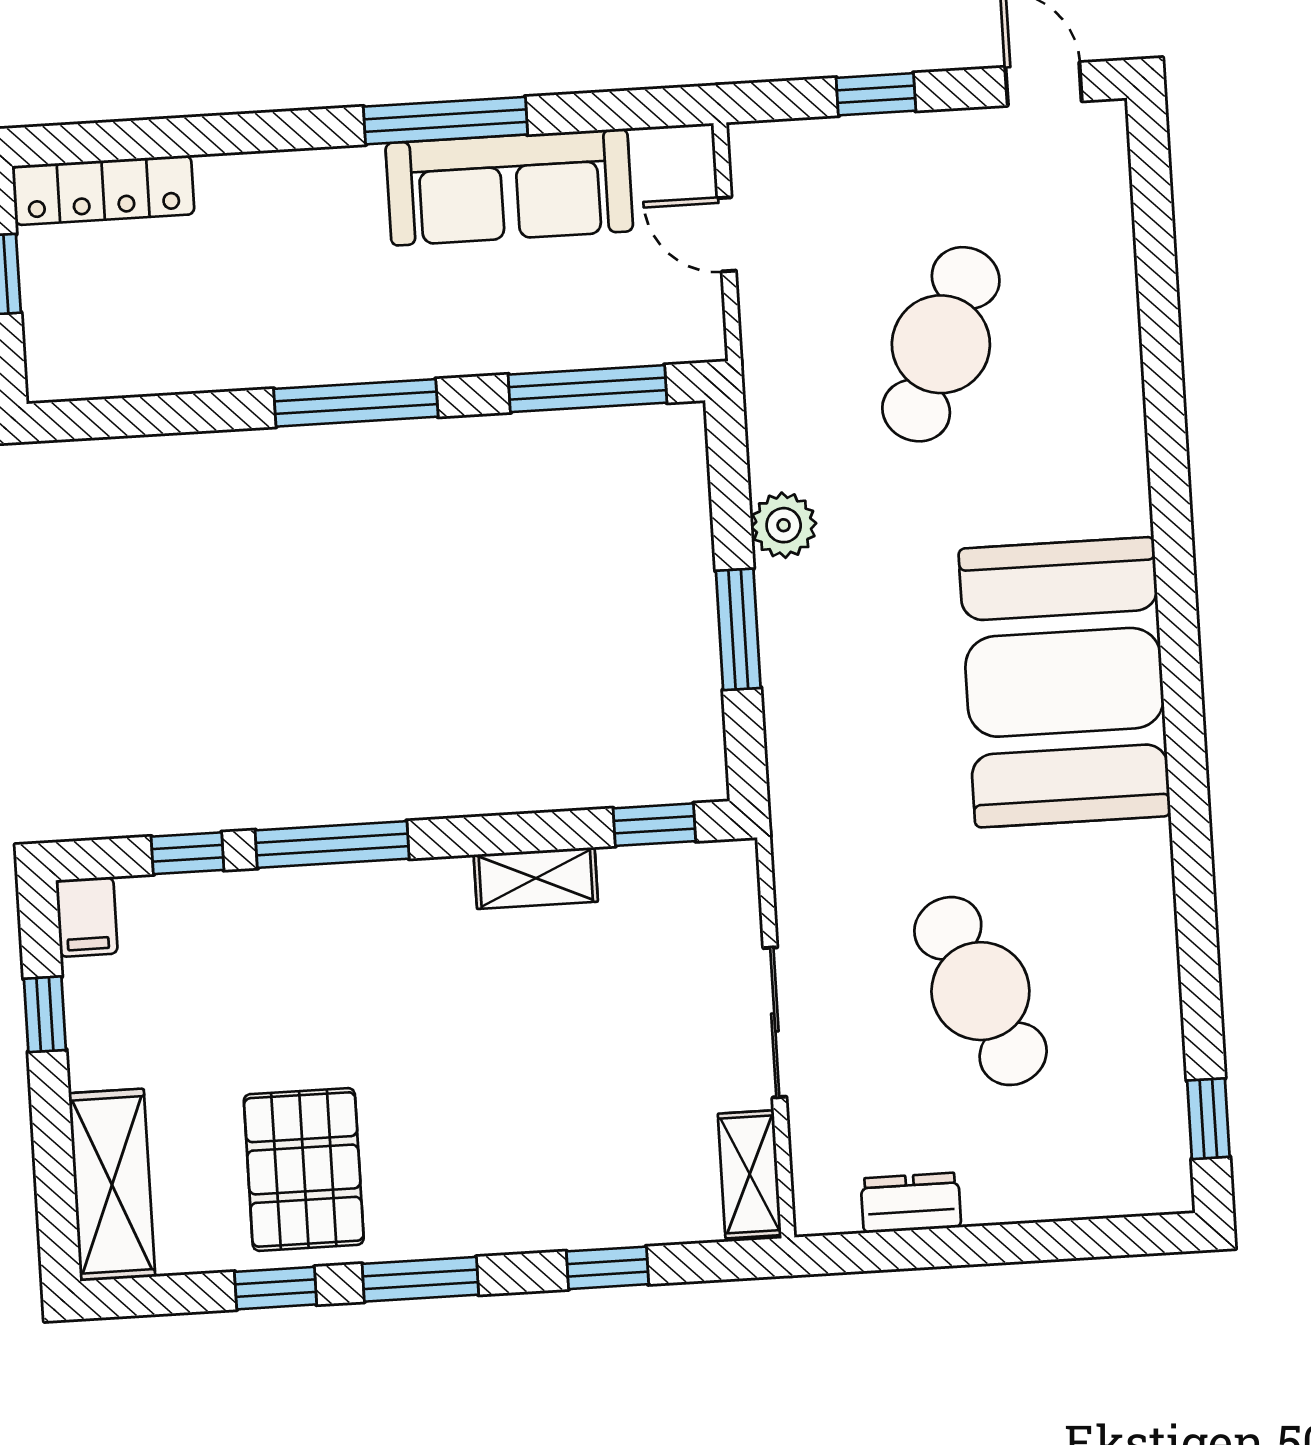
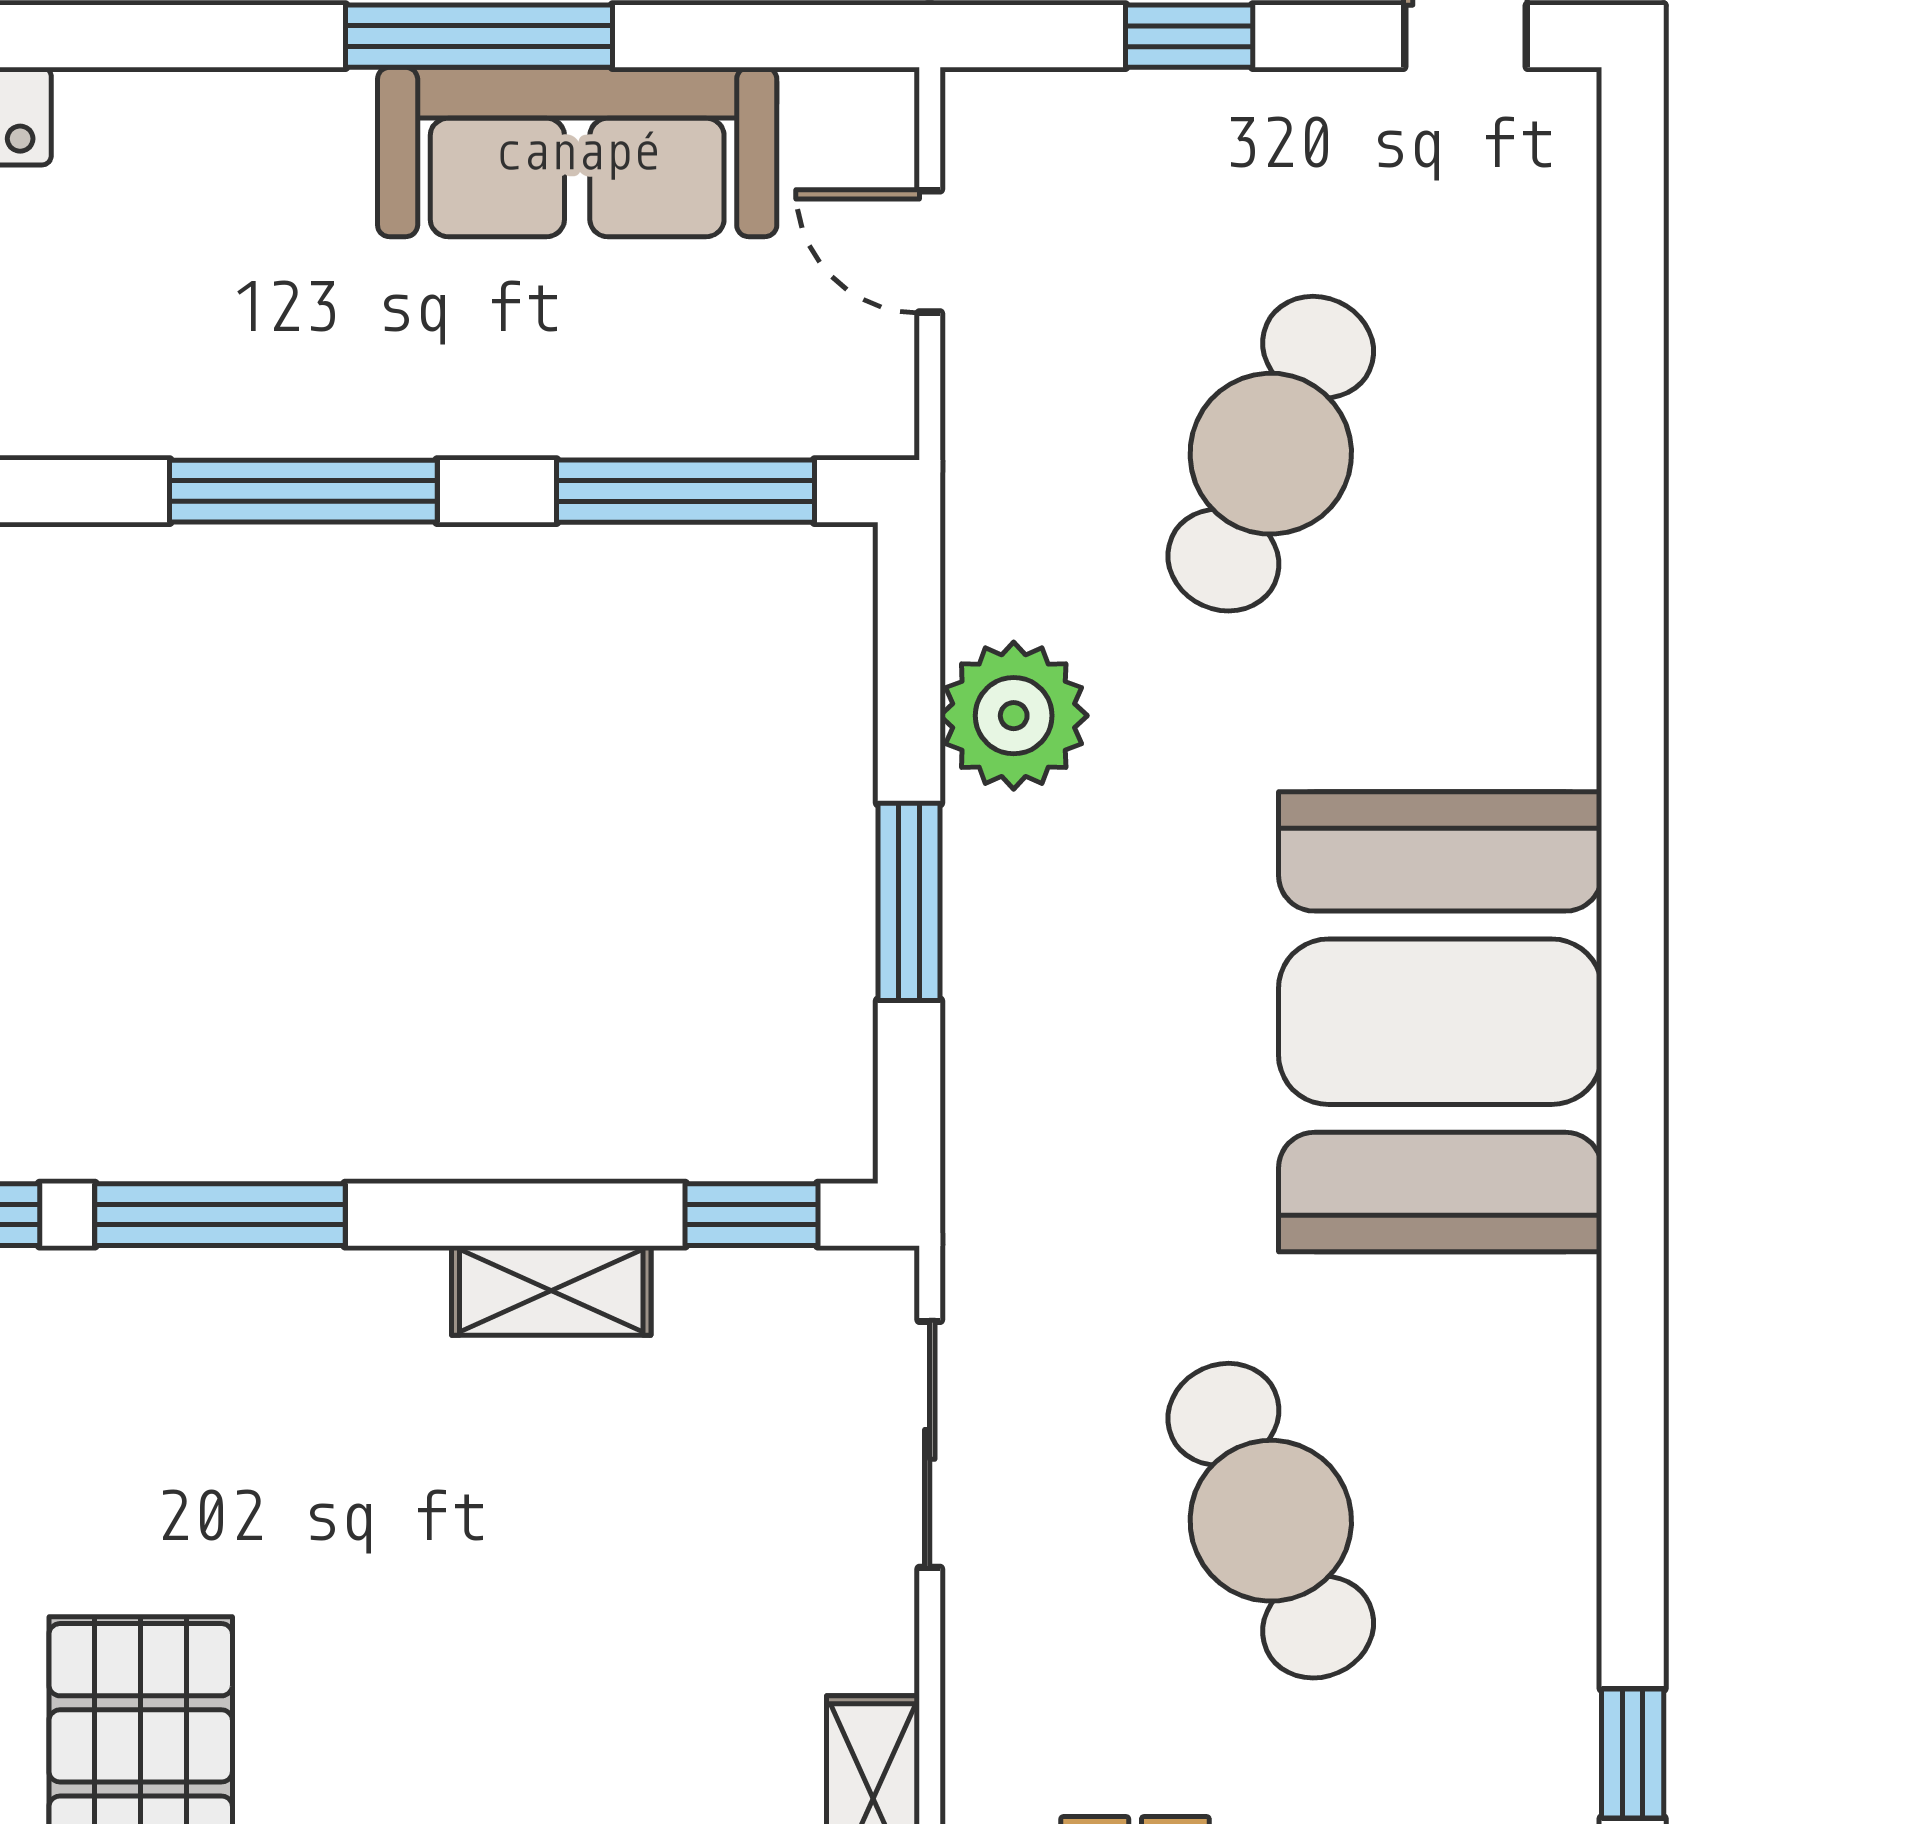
plant: (784, 525) -> (1014, 716), width x1.36, depth x1.36
sliding door: (775, 1022) -> (930, 1444), moved

